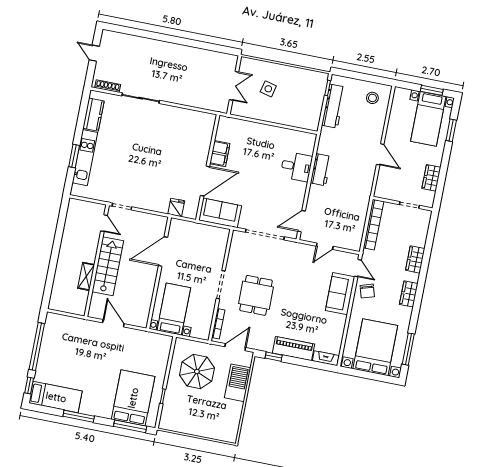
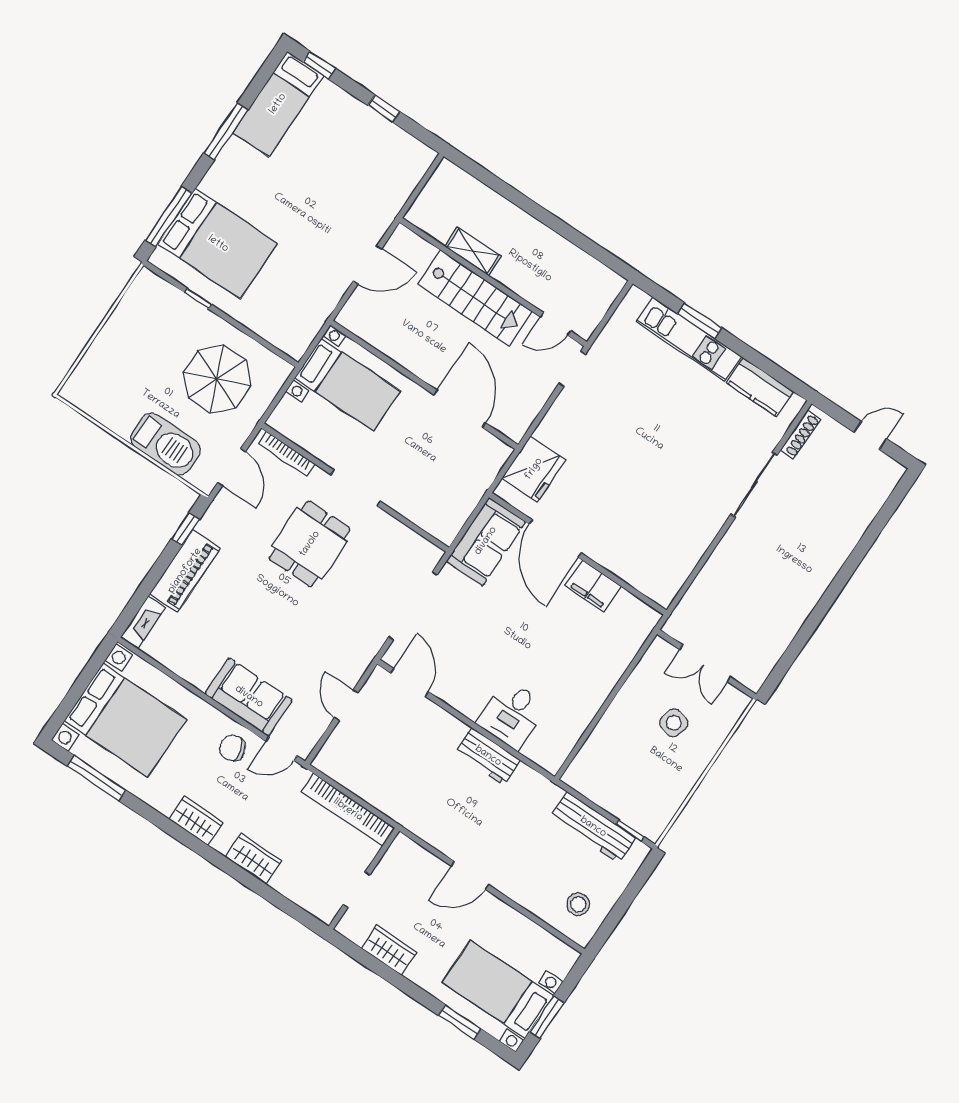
fridge: (176, 207) -> (534, 469), width x1.88, depth x1.34
dining table: (256, 295) -> (310, 544), turned 90
window: (37, 346) -> (384, 109), width x0.32

